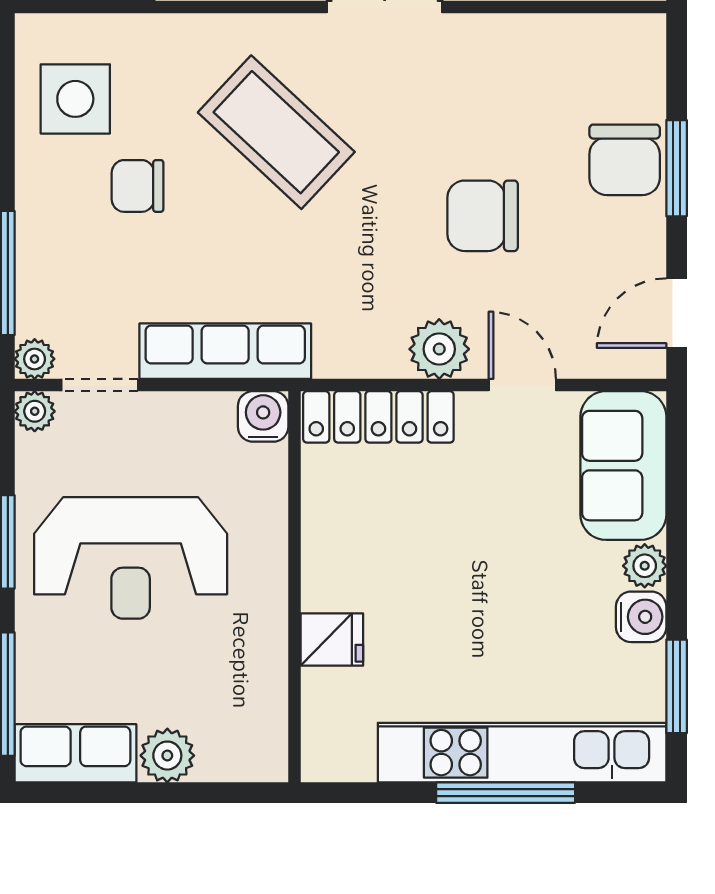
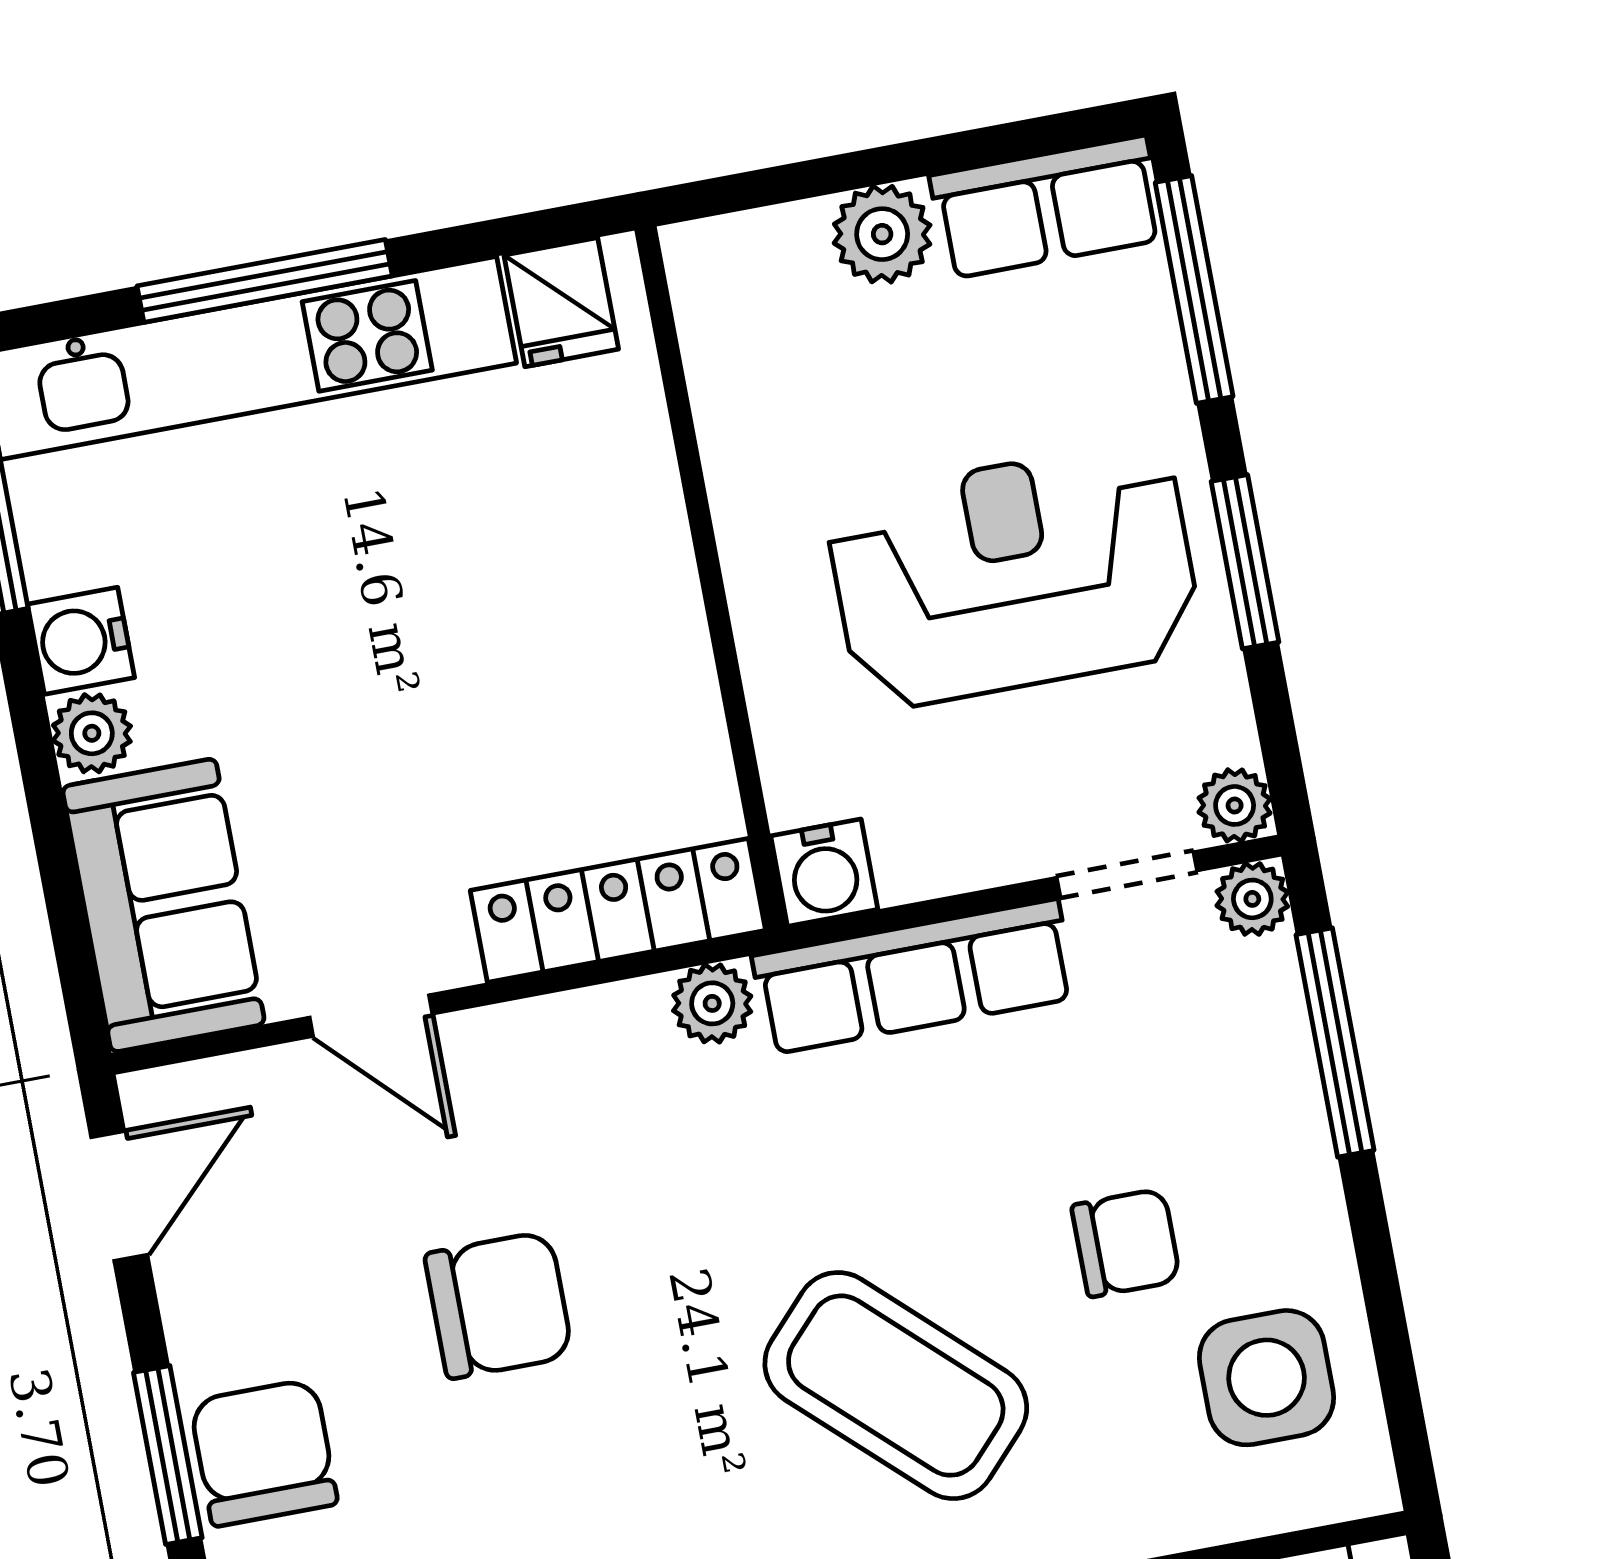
plant: (439, 349) -> (712, 1003), moved, width x0.73, depth x0.73
fridge: (332, 640) -> (561, 302), moved, turned -90

